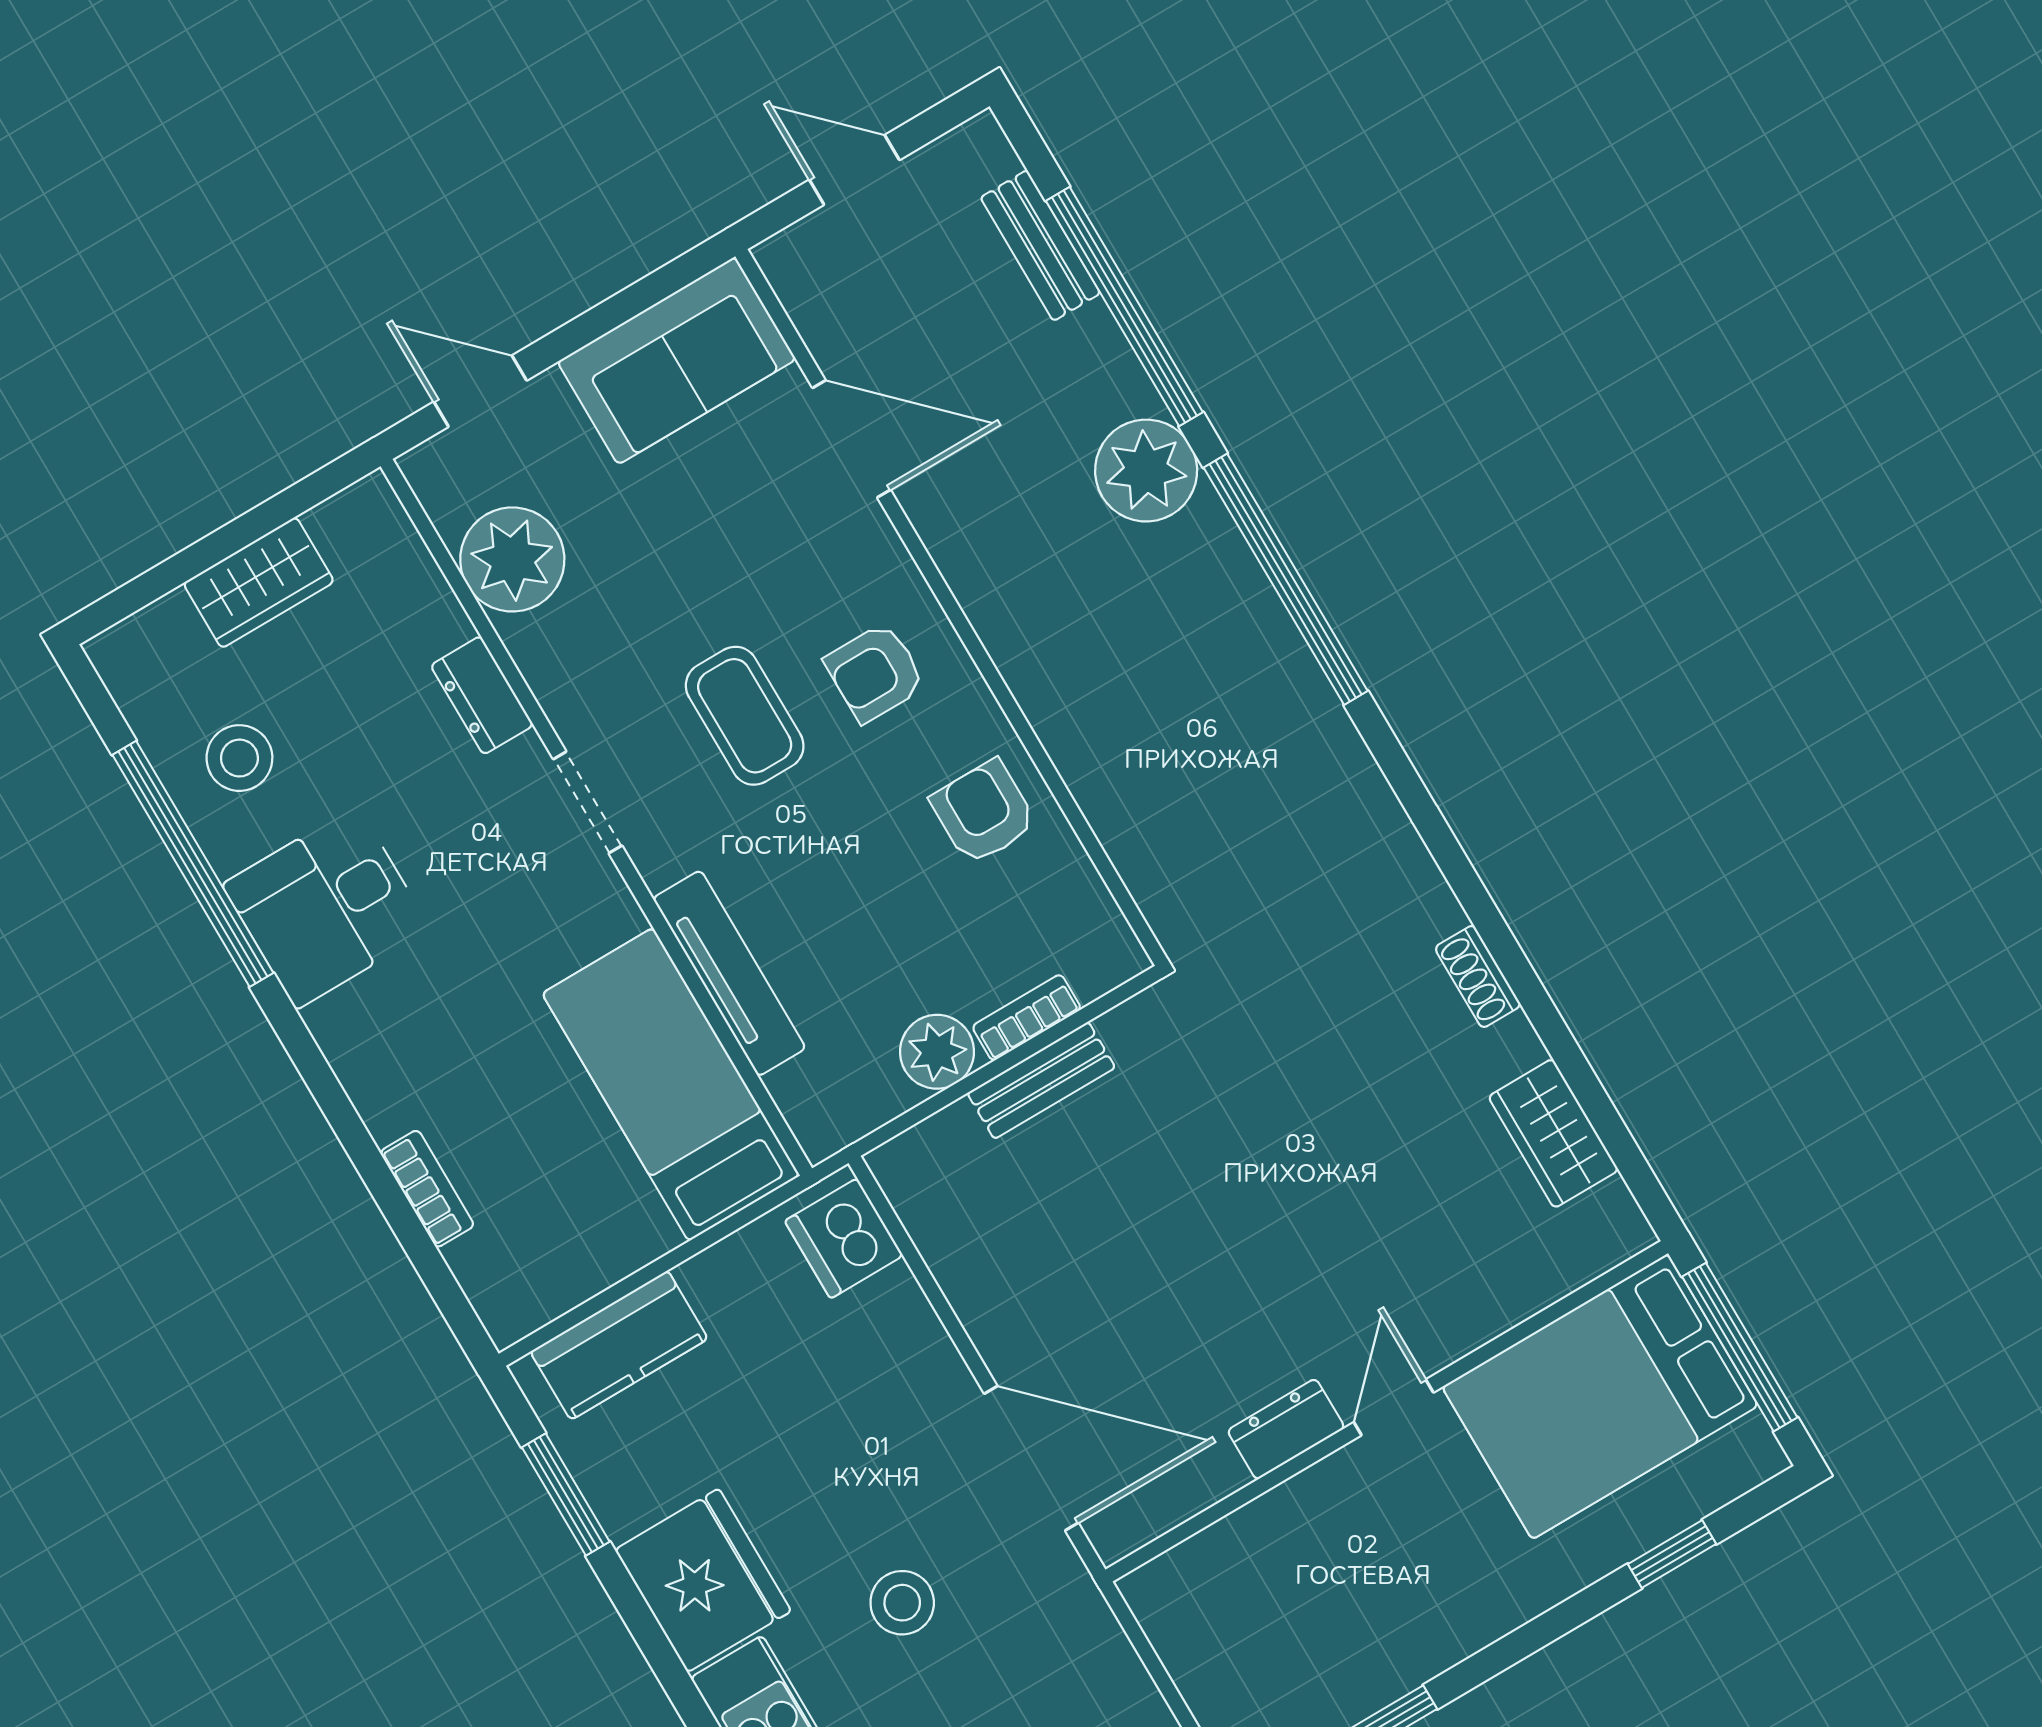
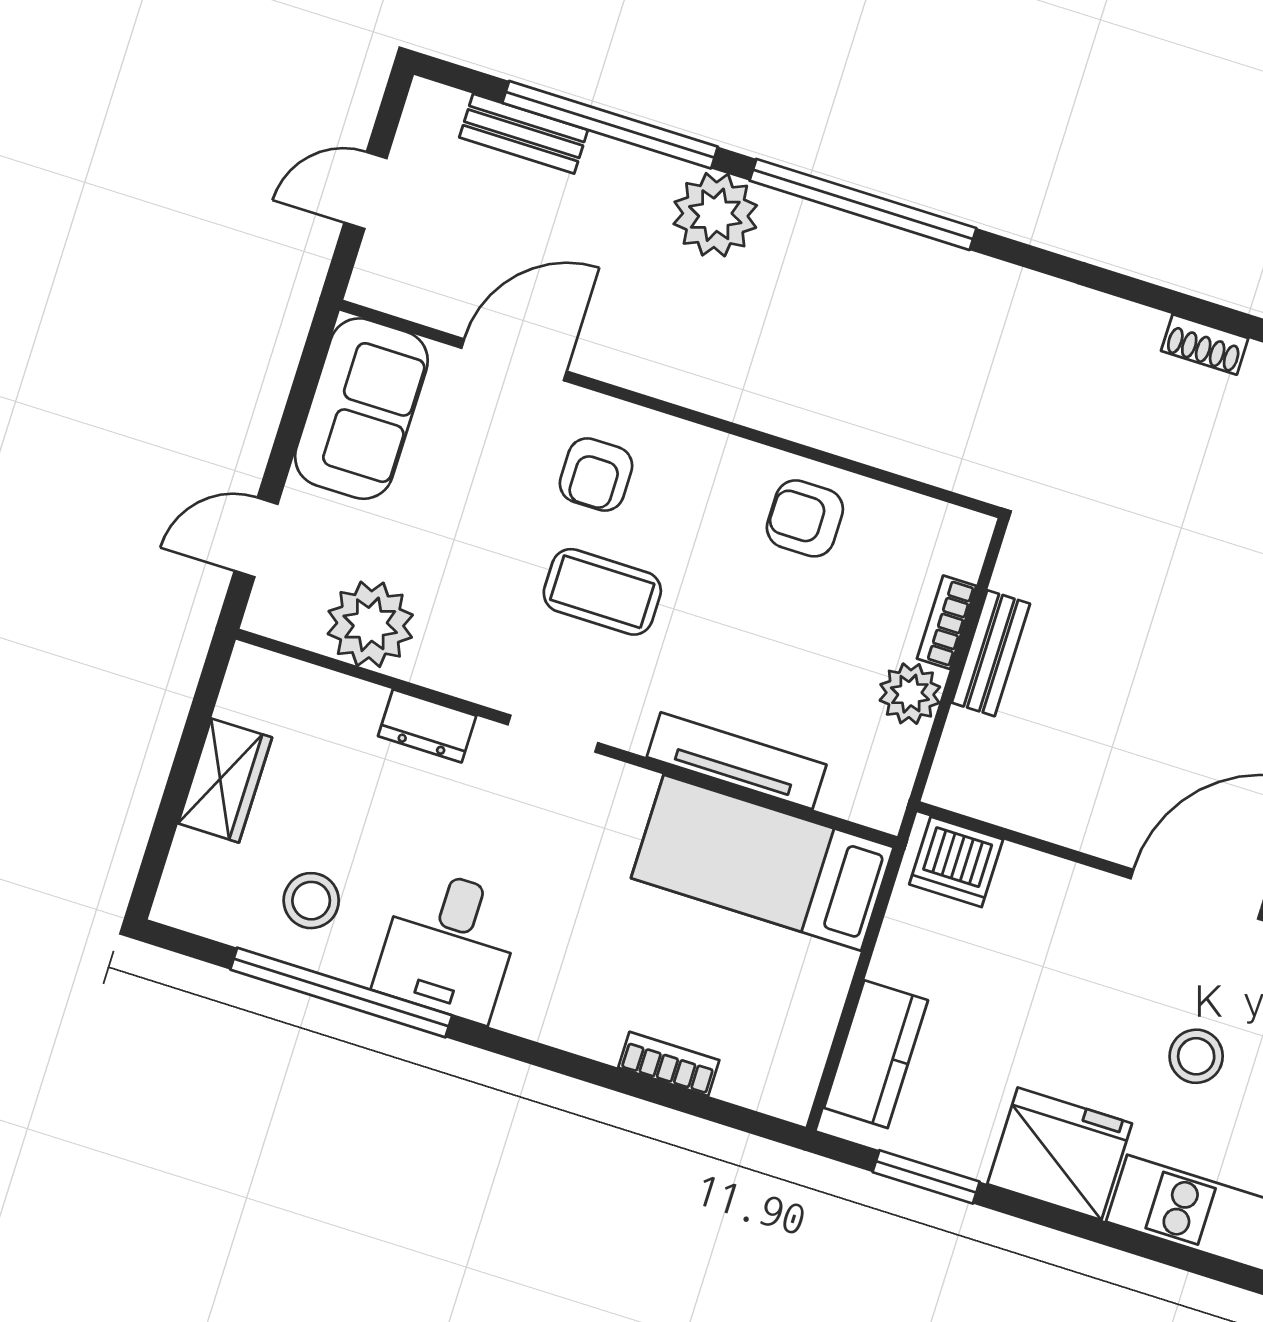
armchair: (875, 673) -> (596, 475), moved

